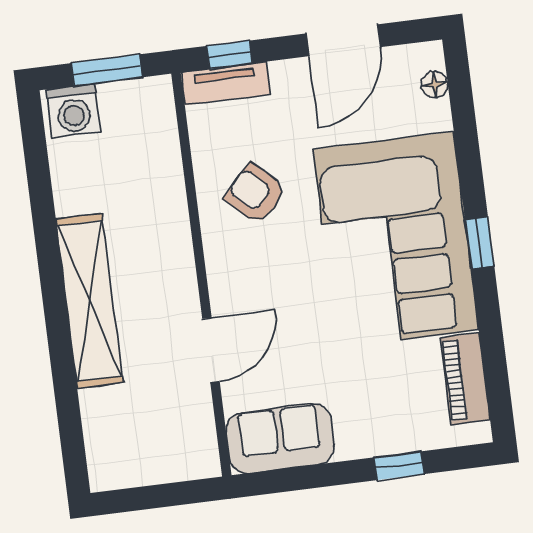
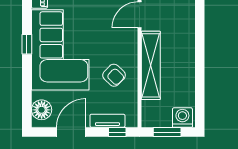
tv unit: (226, 83) -> (107, 121), moved
floor lamp: (435, 84) -> (42, 110), width x1.89, depth x1.89
shelving: (89, 301) -> (151, 65), moved

